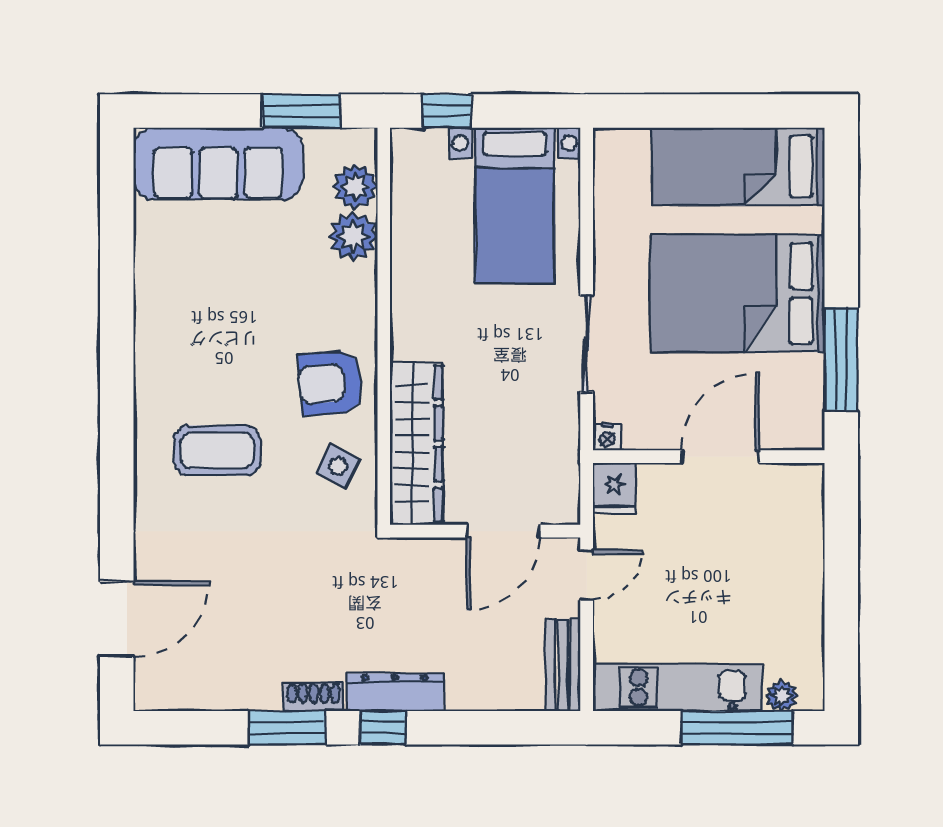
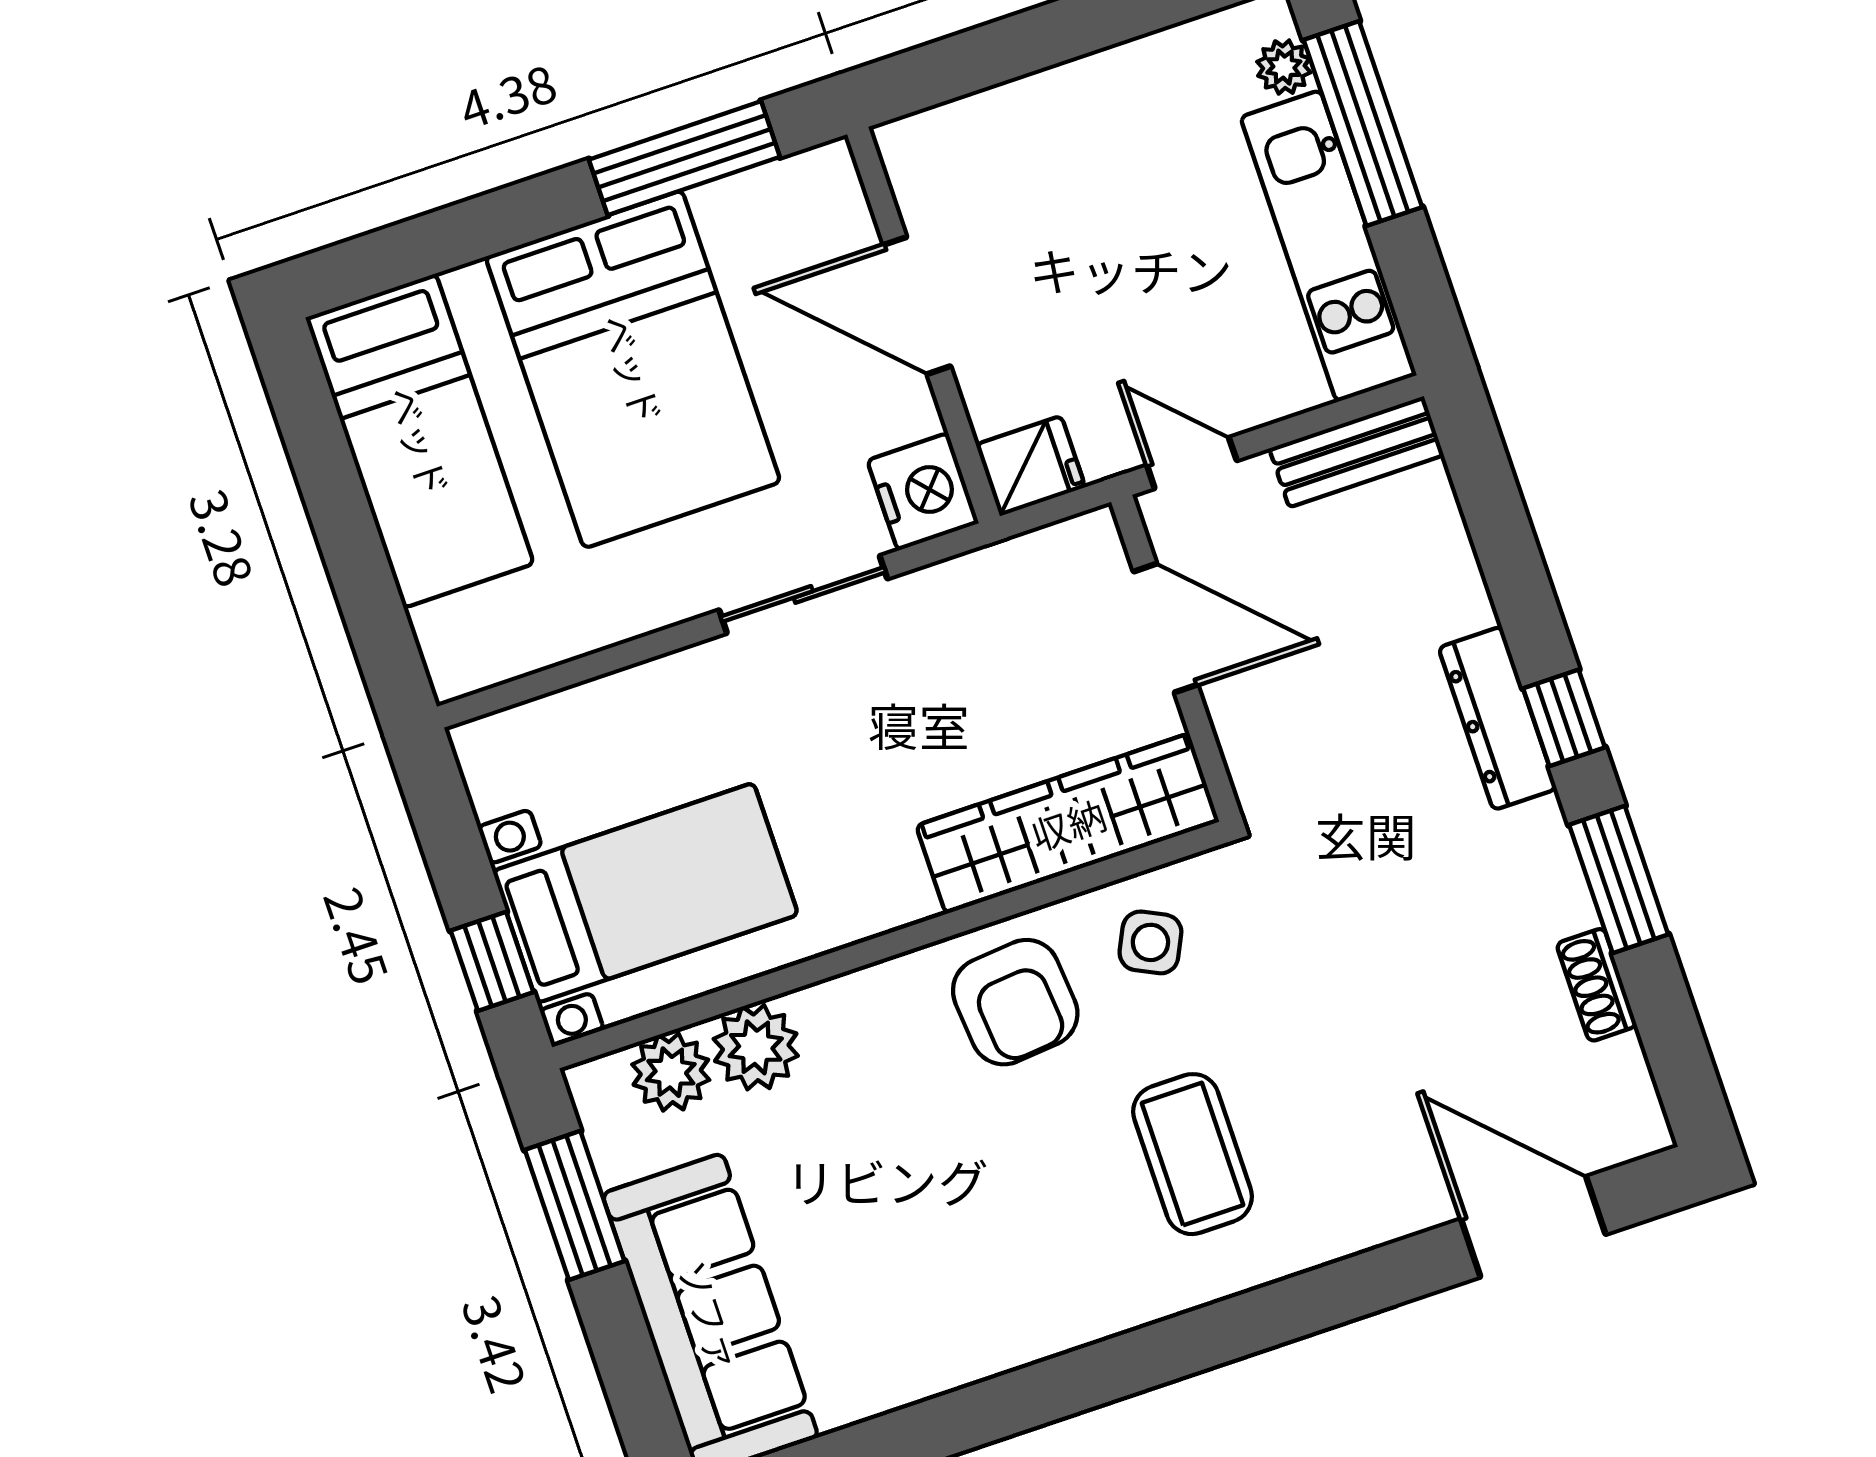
bed with nightstands: (515, 205) -> (645, 893), moved
nightstand: (607, 437) -> (923, 492), width x1.89, depth x1.79
shoe rack: (314, 697) -> (1597, 985), moved

